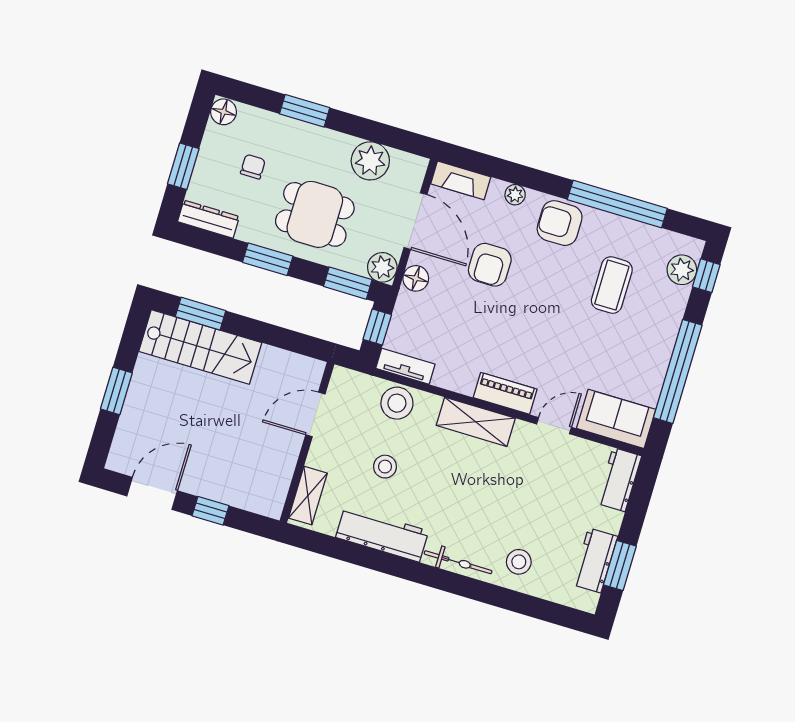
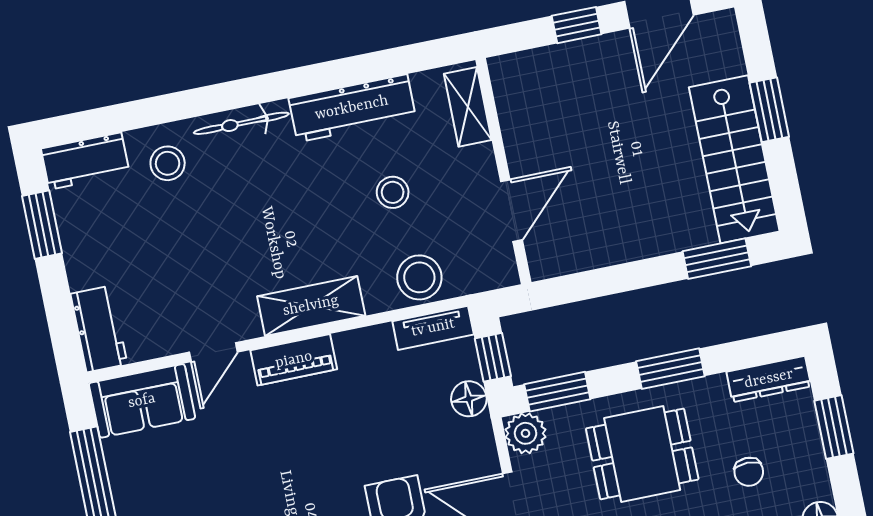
floor lamp: (416, 278) -> (469, 399), moved
stairs: (200, 347) -> (734, 159), moved, turned -90
workbench: (595, 560) -> (85, 161), moved, turned 90

